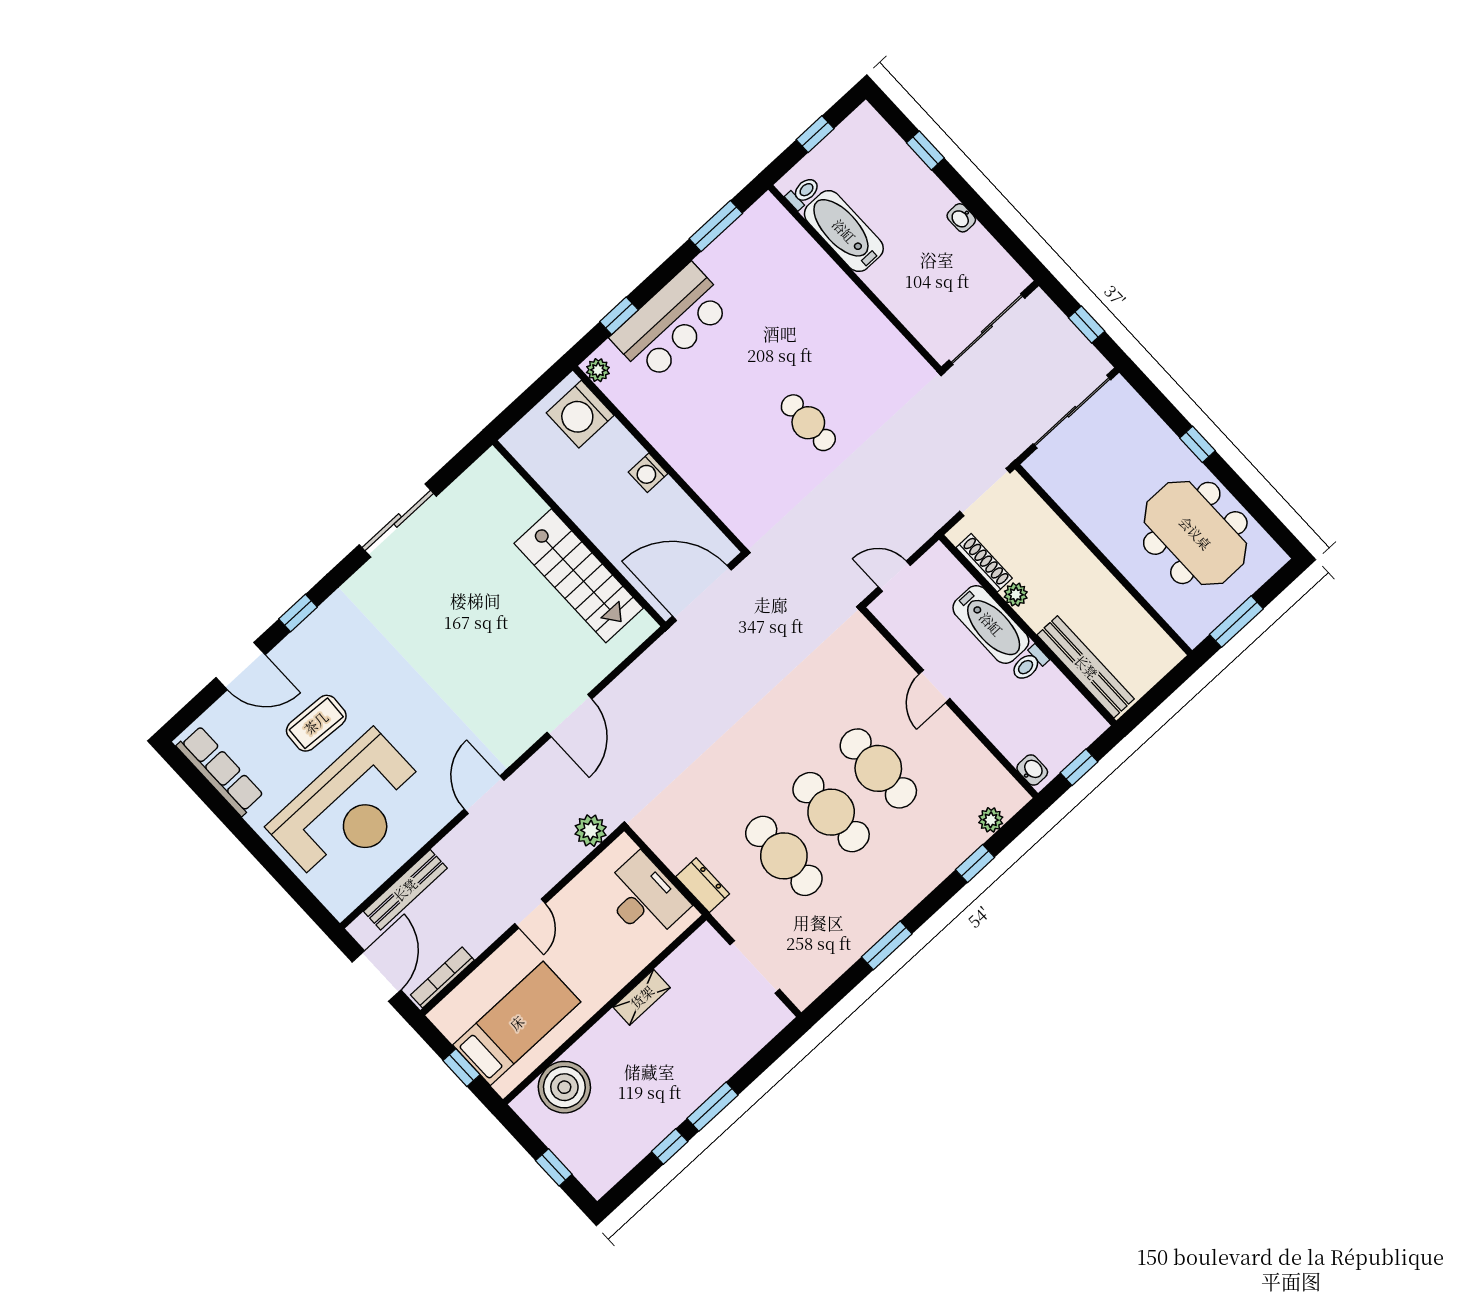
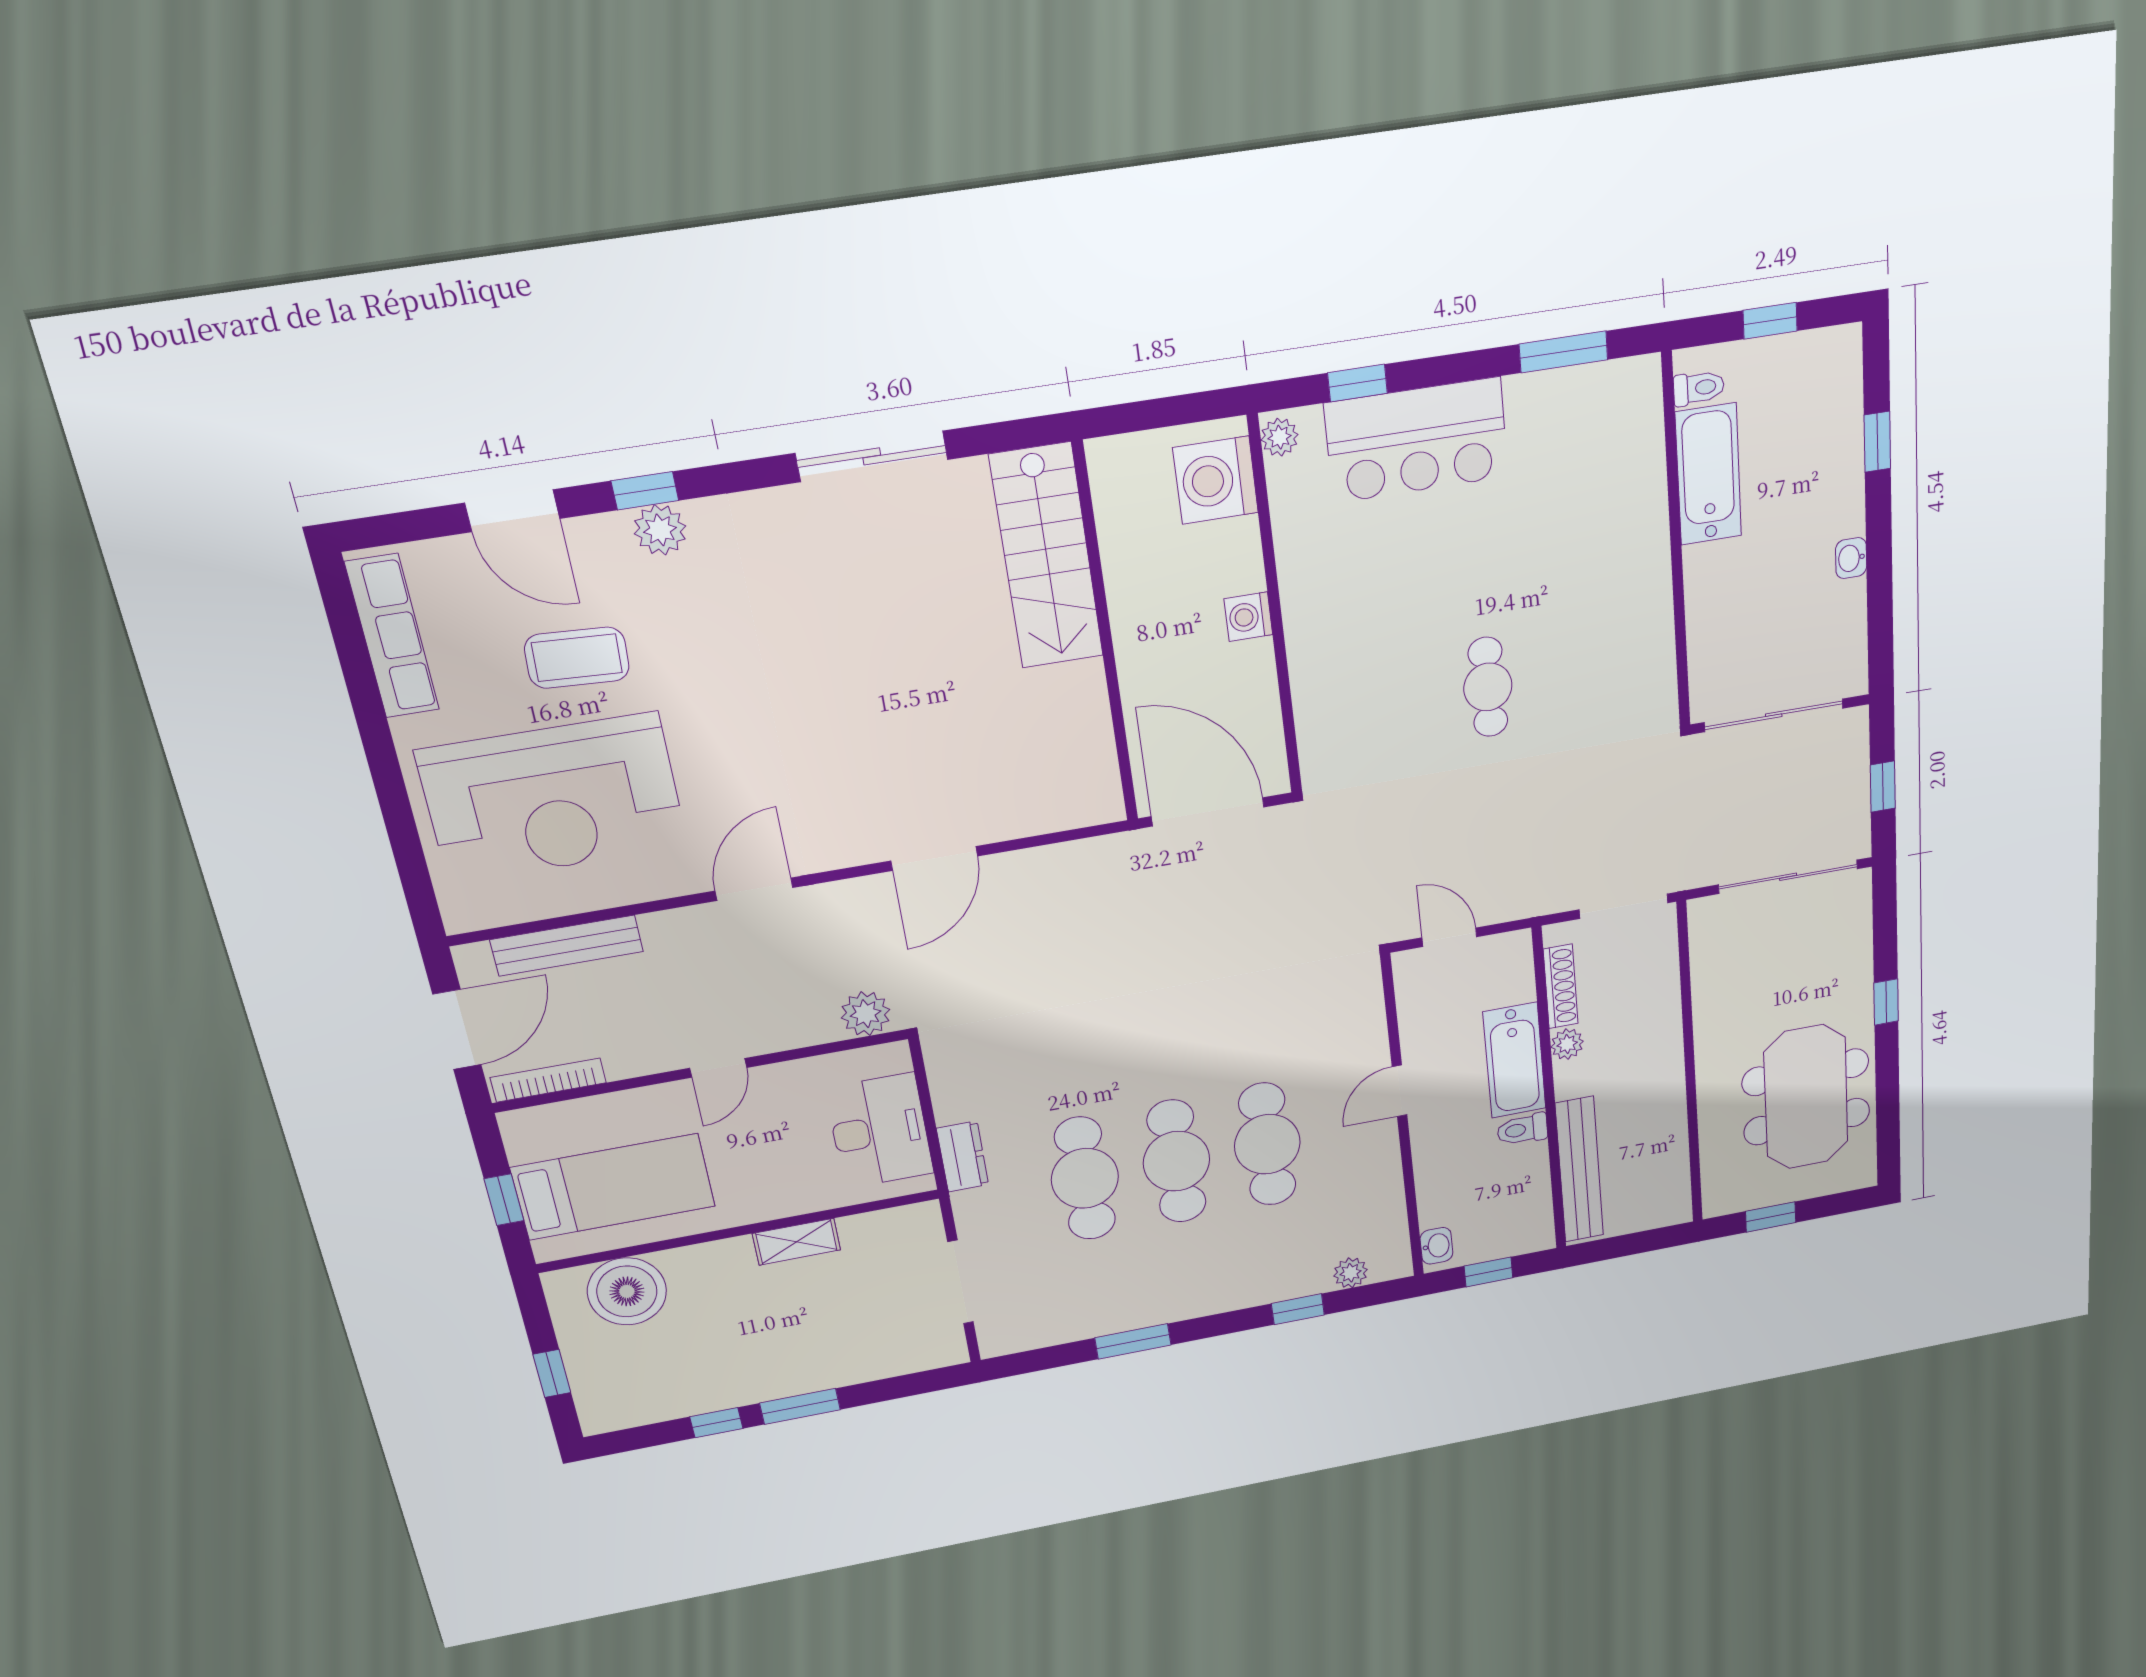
stairs: (579, 576) -> (1047, 556), moved
window: (1236, 622) -> (1771, 1217), width x0.67
plant: (317, 628) -> (660, 530), added

